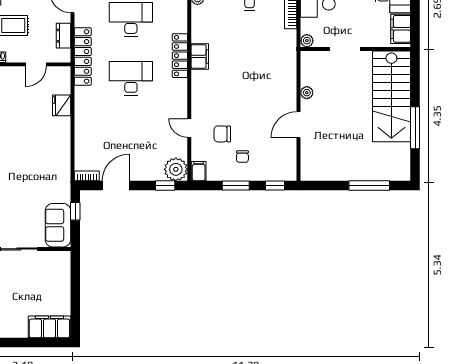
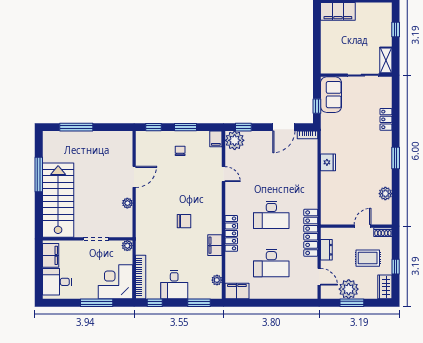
filing cabinet: (200, 56) -> (215, 245), moved
door: (36, 64) -> (363, 226), moved
fridge: (62, 105) -> (328, 162), moved
chair: (222, 134) -> (184, 221), moved

